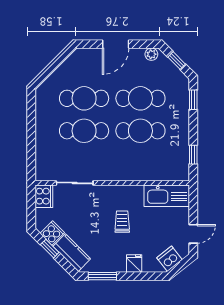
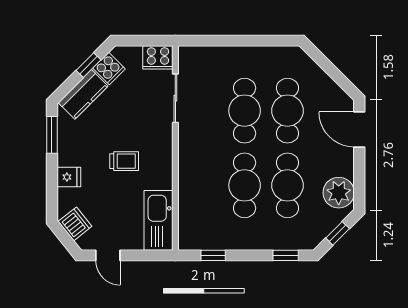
door: (116, 44) -> (359, 129), moved
plant: (151, 54) -> (339, 193), width x1.88, depth x1.88

